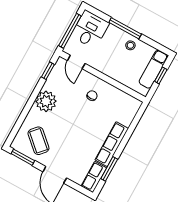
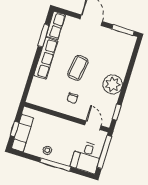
coffee table: (38, 141) -> (78, 68), moved, turned 56

